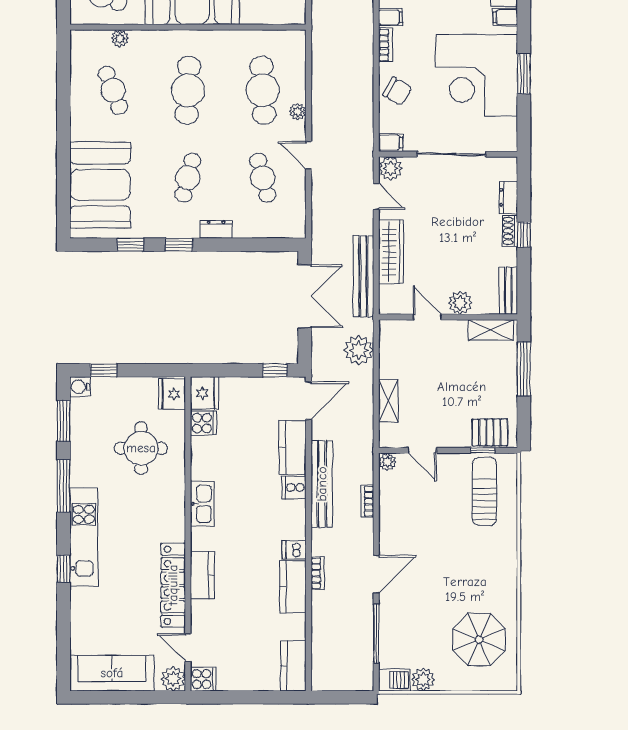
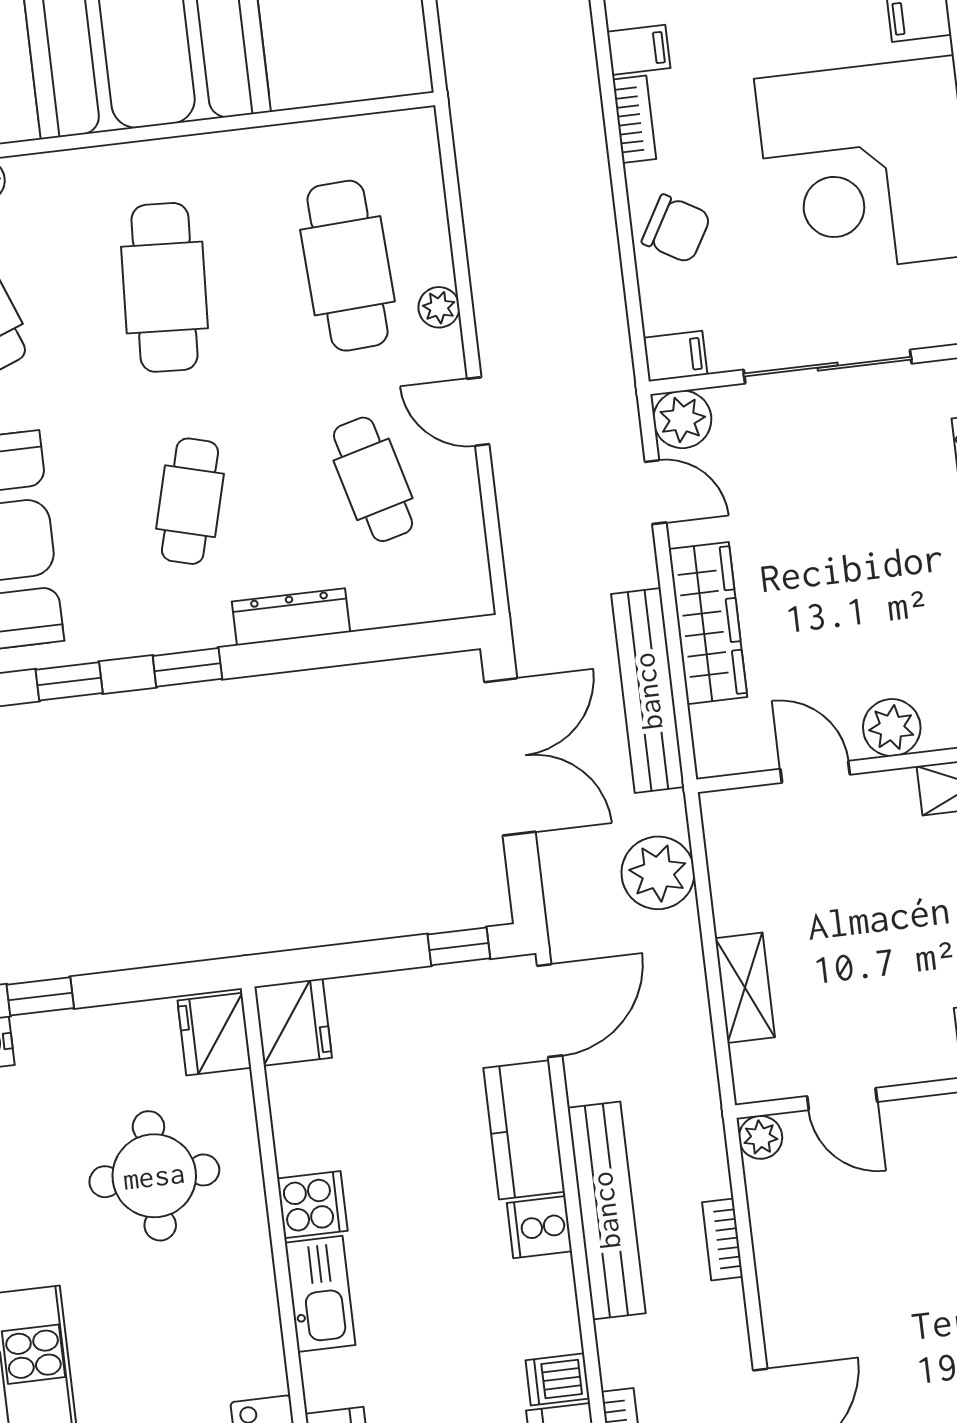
dresser: (216, 229) -> (291, 617), width x1.44
cooker: (203, 423) -> (312, 1205), moved

